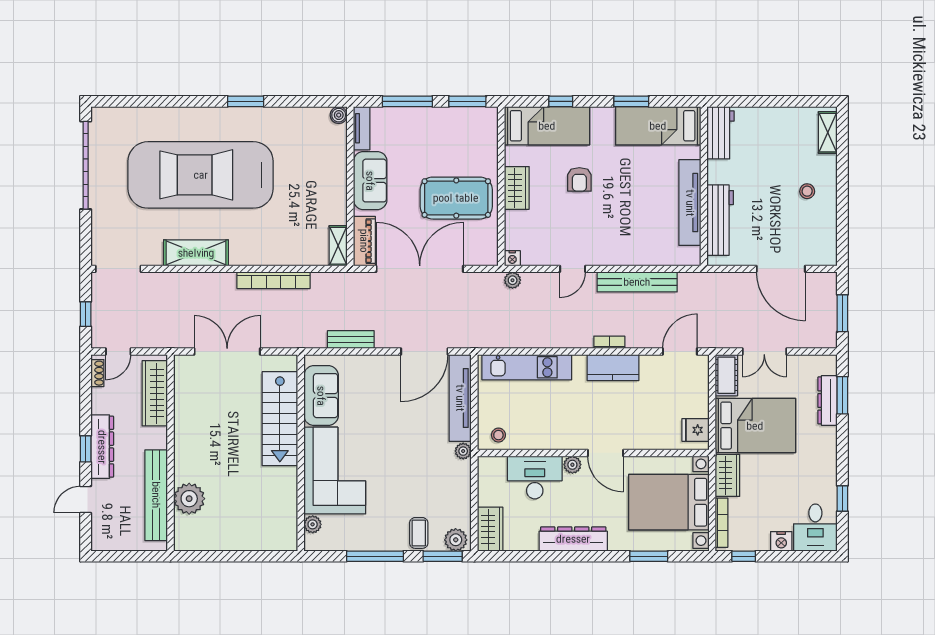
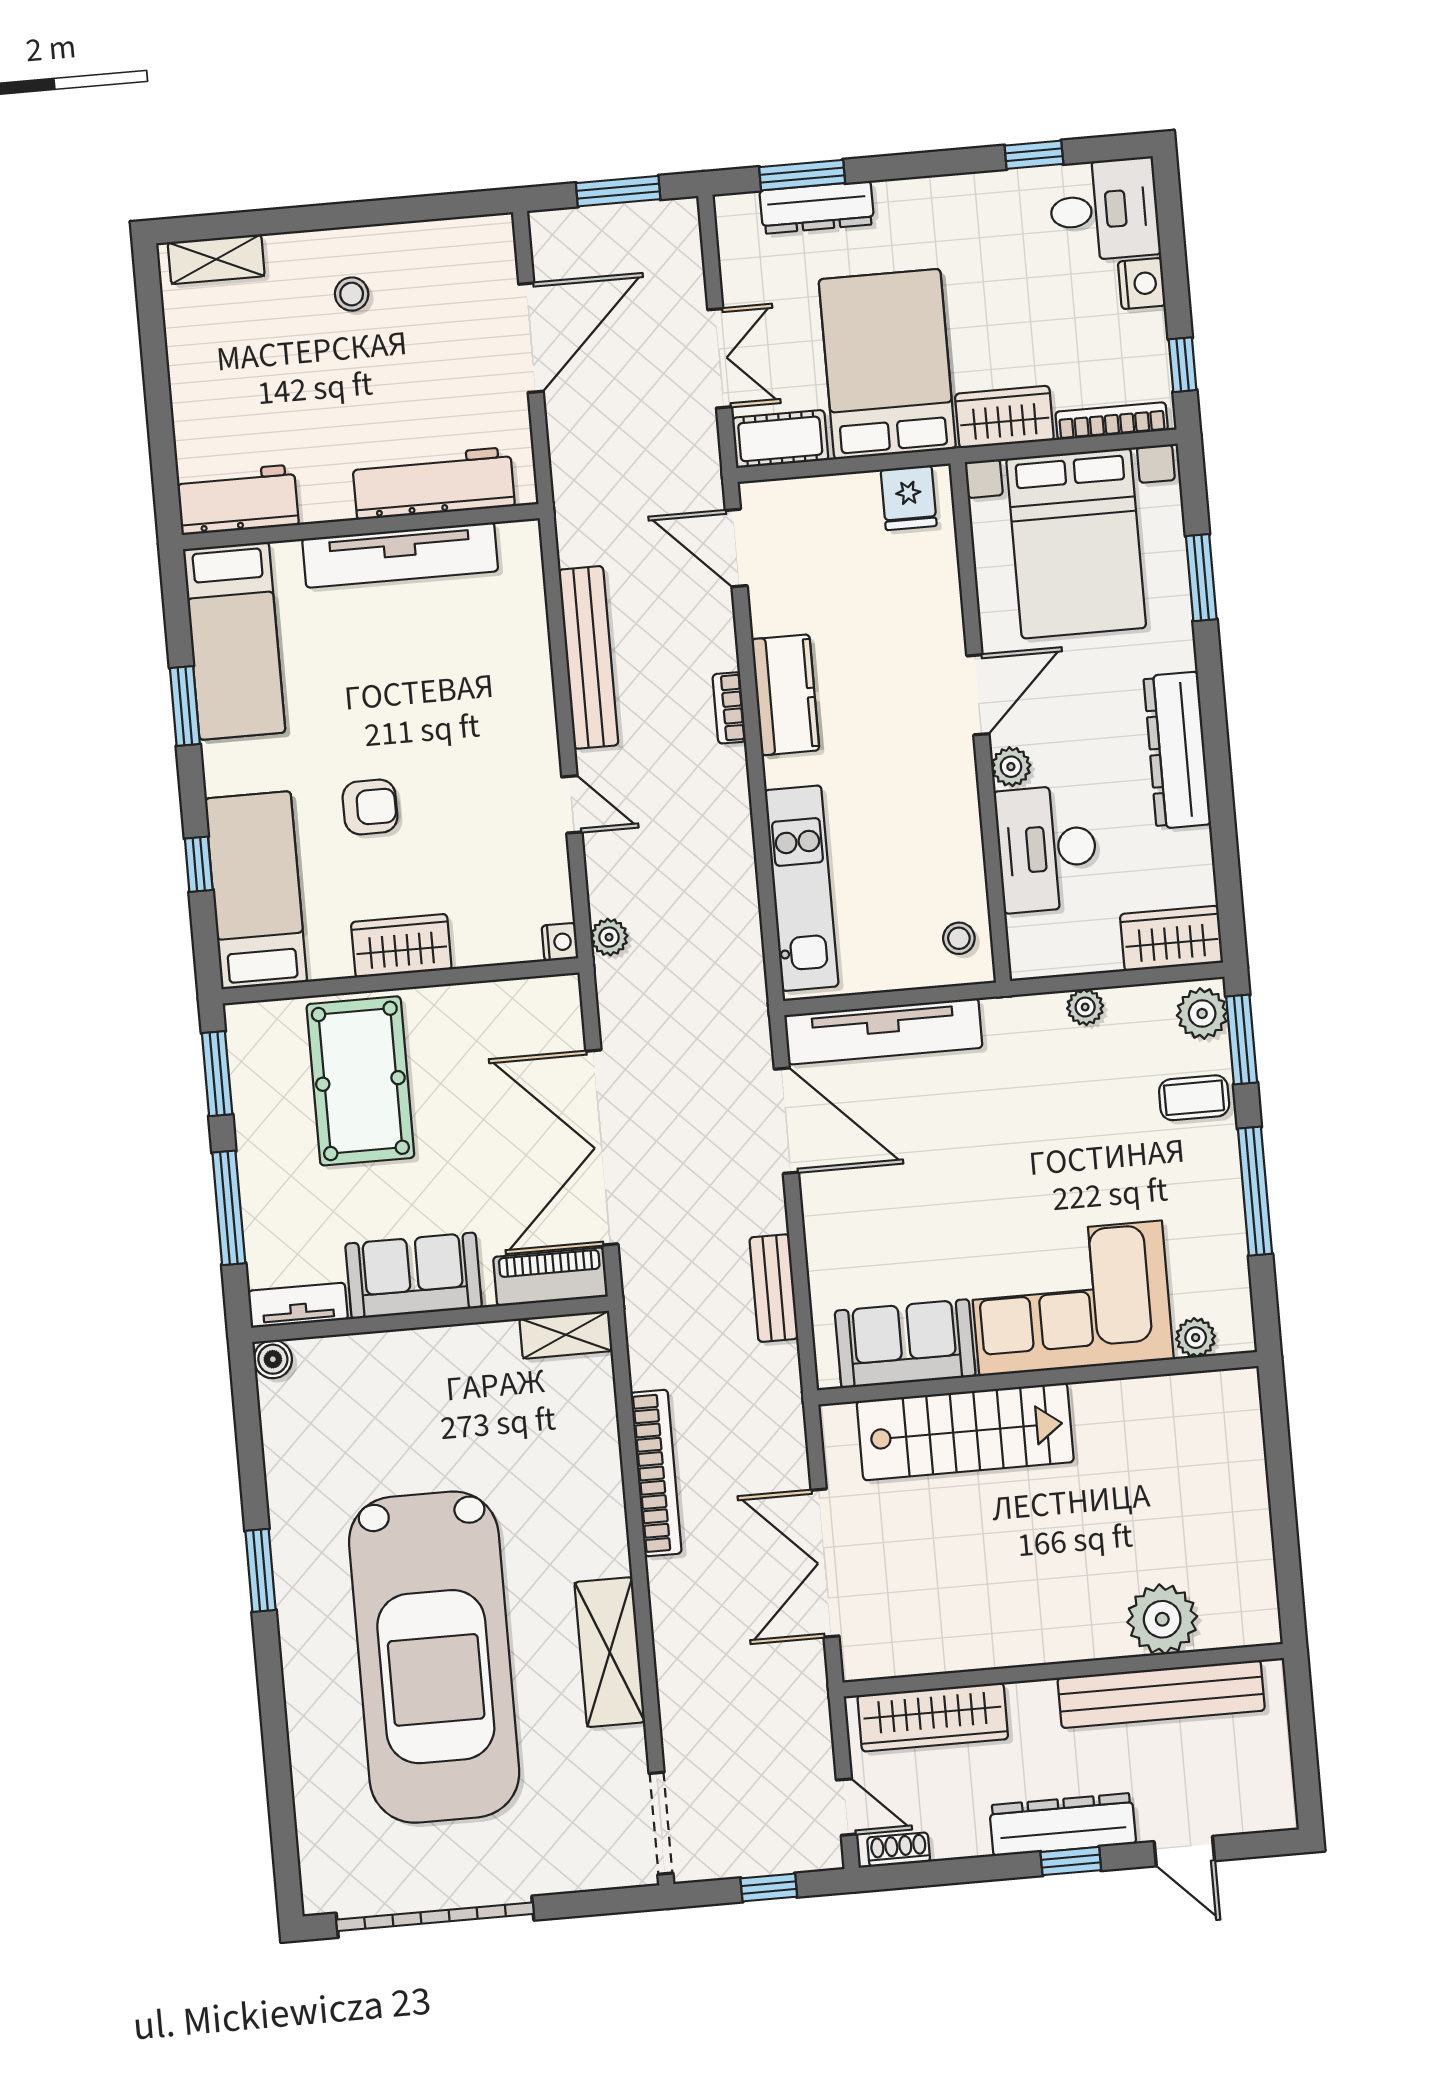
pool table: (456, 198) -> (360, 1081), moved
plant: (463, 451) -> (1085, 1007), moved

